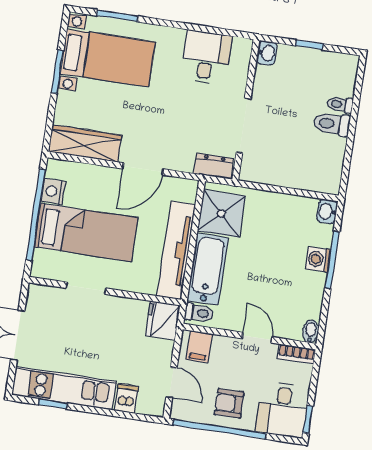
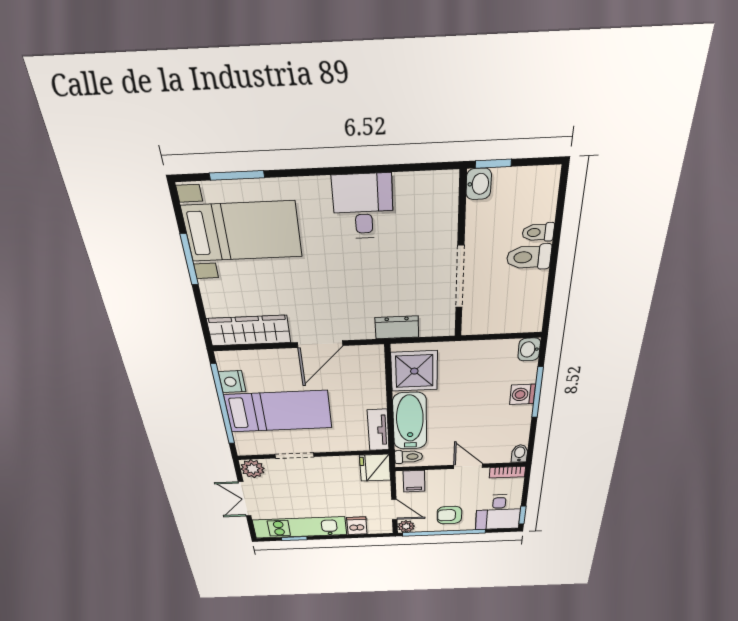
washbasin: (267, 53) -> (479, 184), moved
wall: (246, 110) -> (460, 259), moved
doorway: (244, 125) -> (460, 277), moved
tv unit: (176, 250) -> (378, 430), width x0.52, depth x0.78
plant: (39, 296) -> (253, 469), added
plant: (180, 411) -> (406, 526), added

